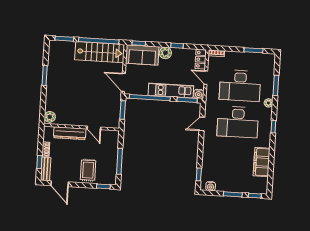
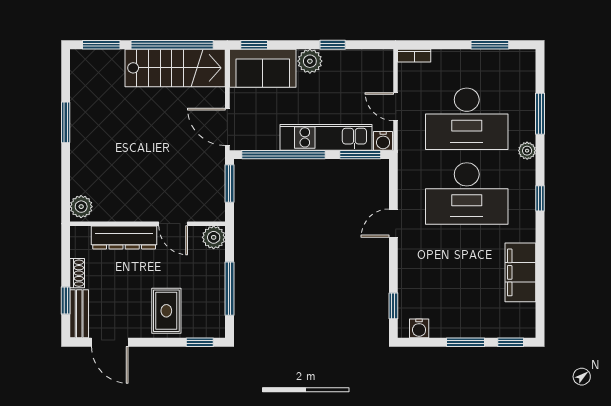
locker: (201, 59) -> (383, 70), removed
door: (202, 124) -> (393, 223), moved
plant: (113, 136) -> (214, 237), added

